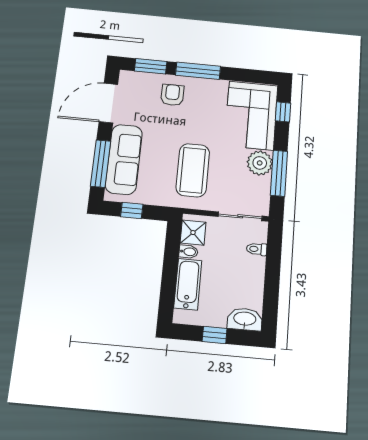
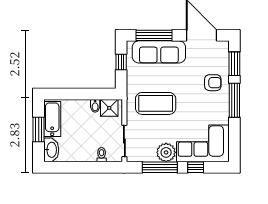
window: (283, 112) -> (196, 167), moved
bathtub: (188, 284) -> (52, 119), moved, turned -90
window: (215, 335) -> (39, 130), width x1.50

